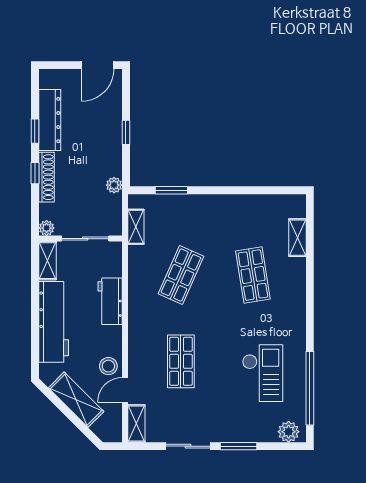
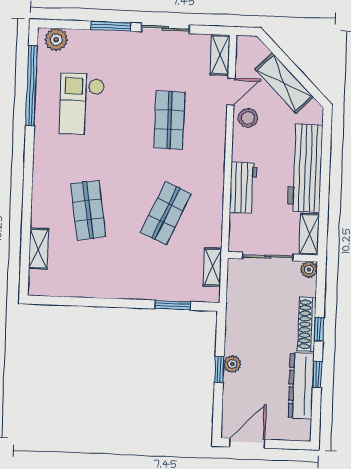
plant: (114, 185) -> (232, 364), moved

